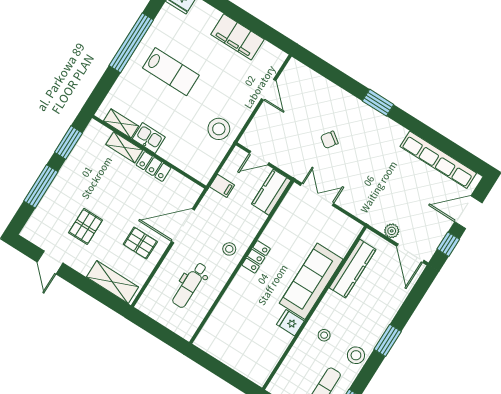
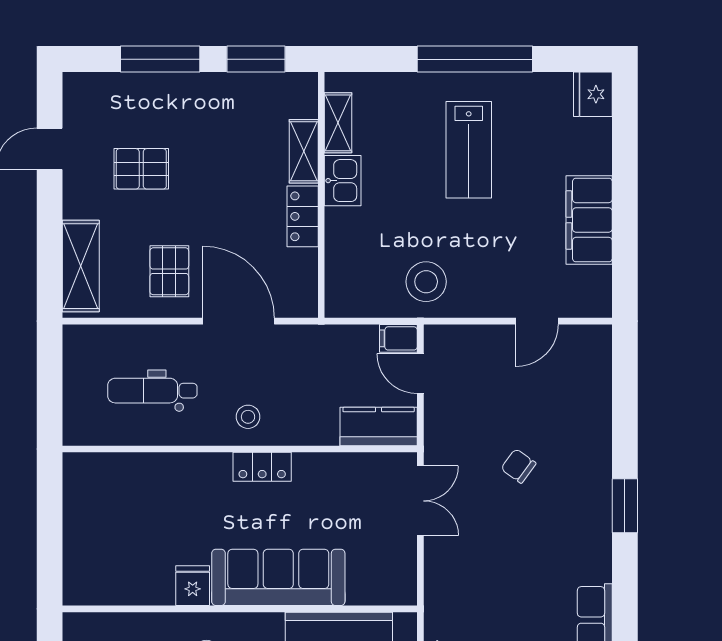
filing cabinet: (222, 186) -> (398, 338), moved, turned 90

